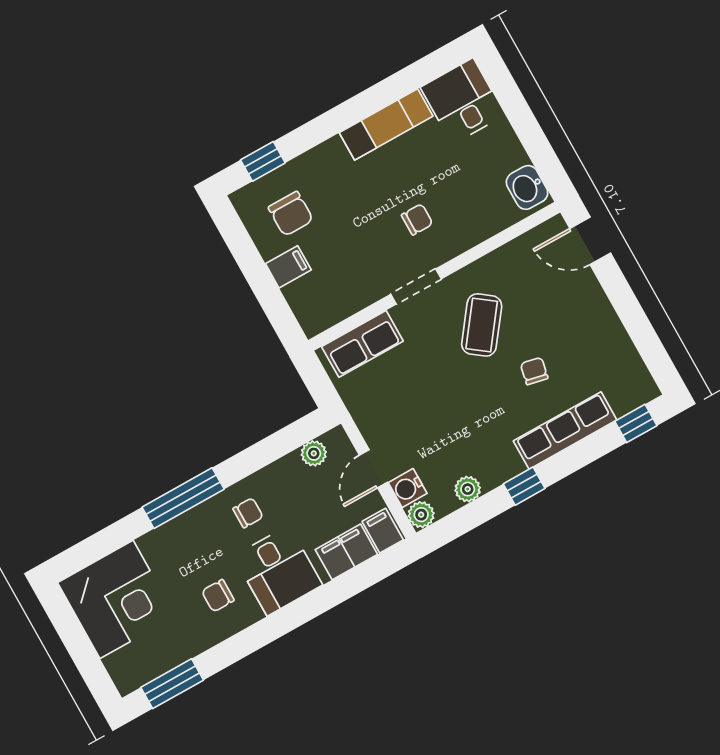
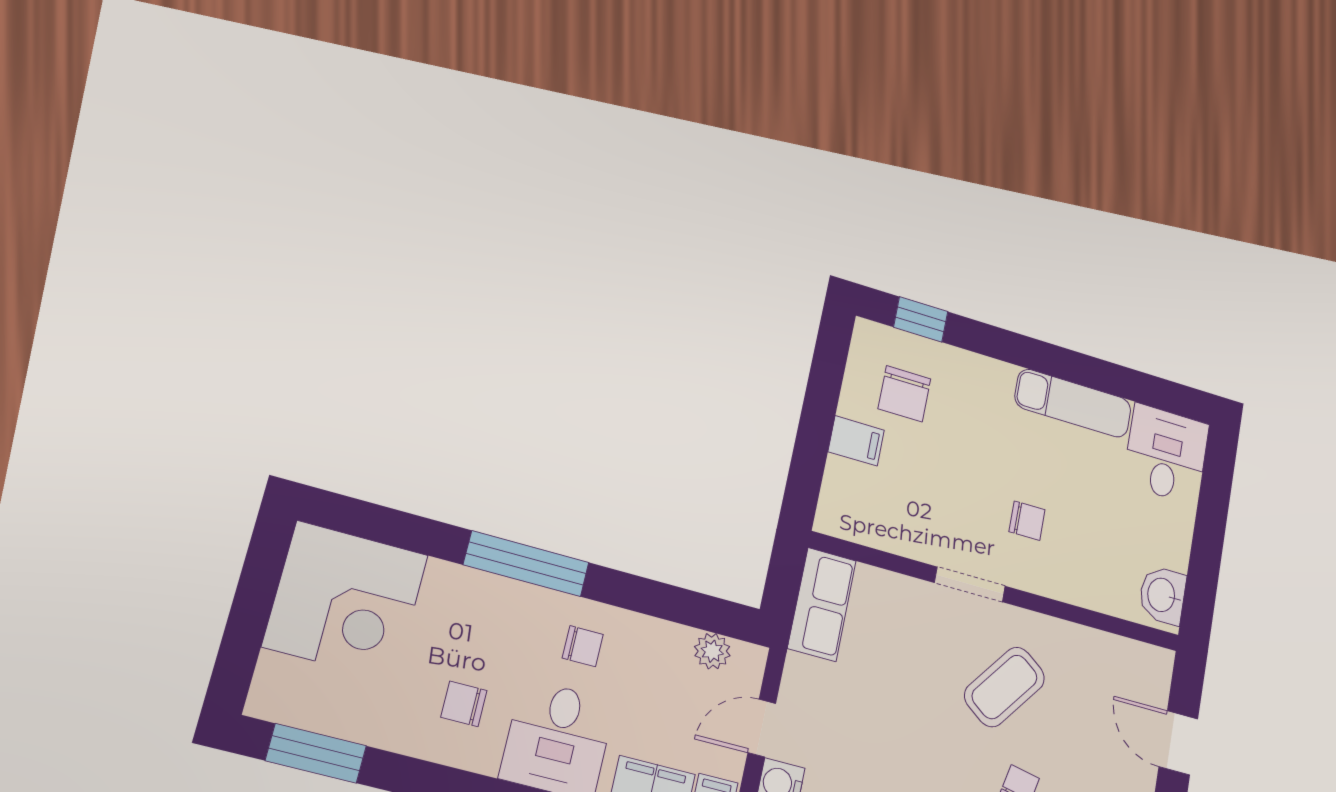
door: (590, 241) -> (1178, 743), moved
row of seats: (362, 344) -> (822, 604), moved, turned -90

